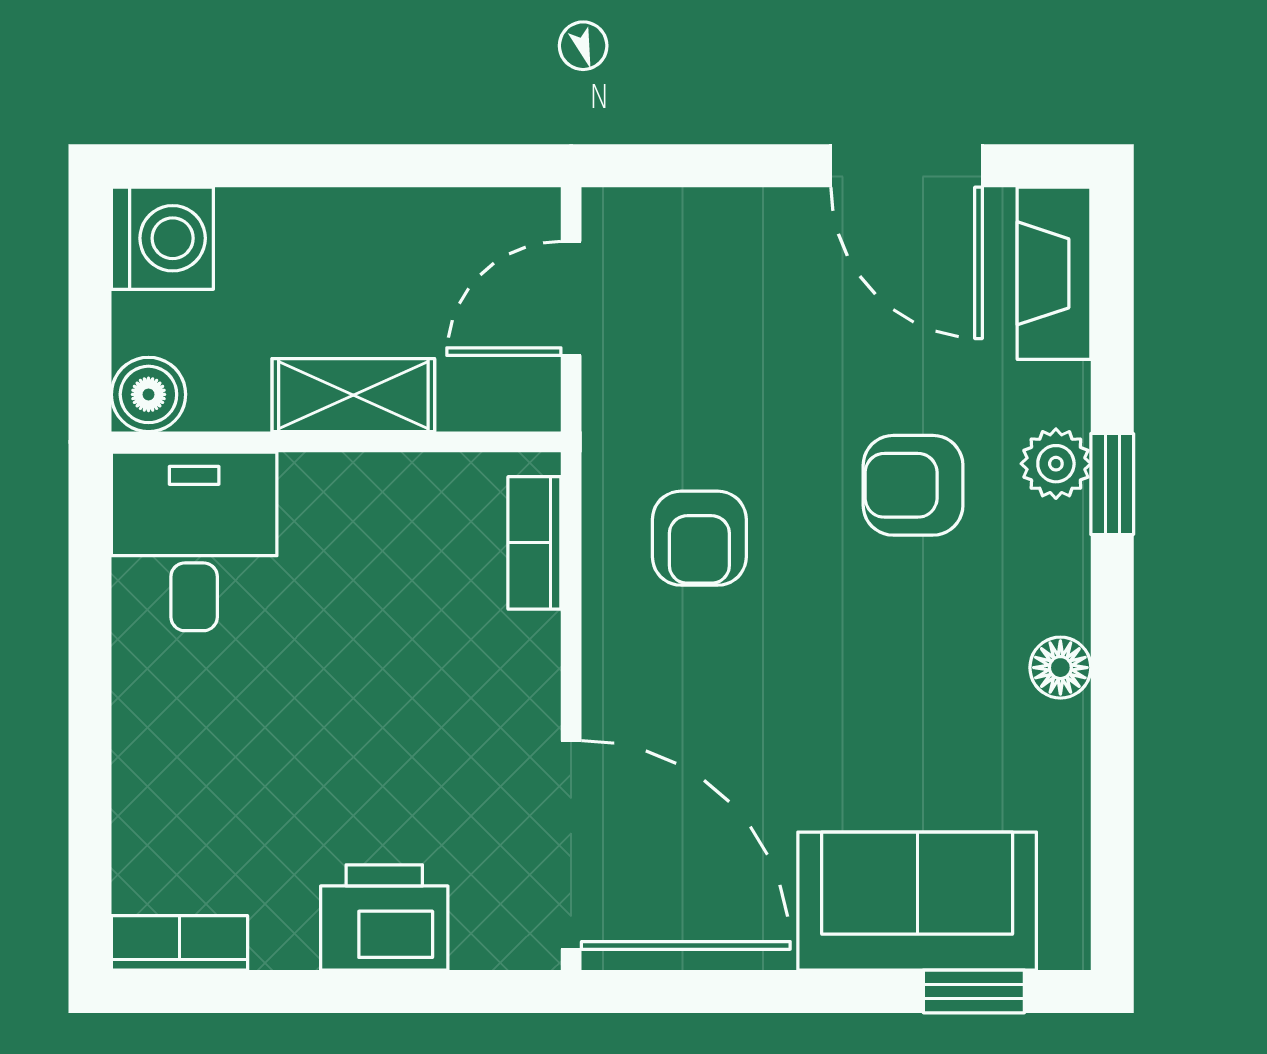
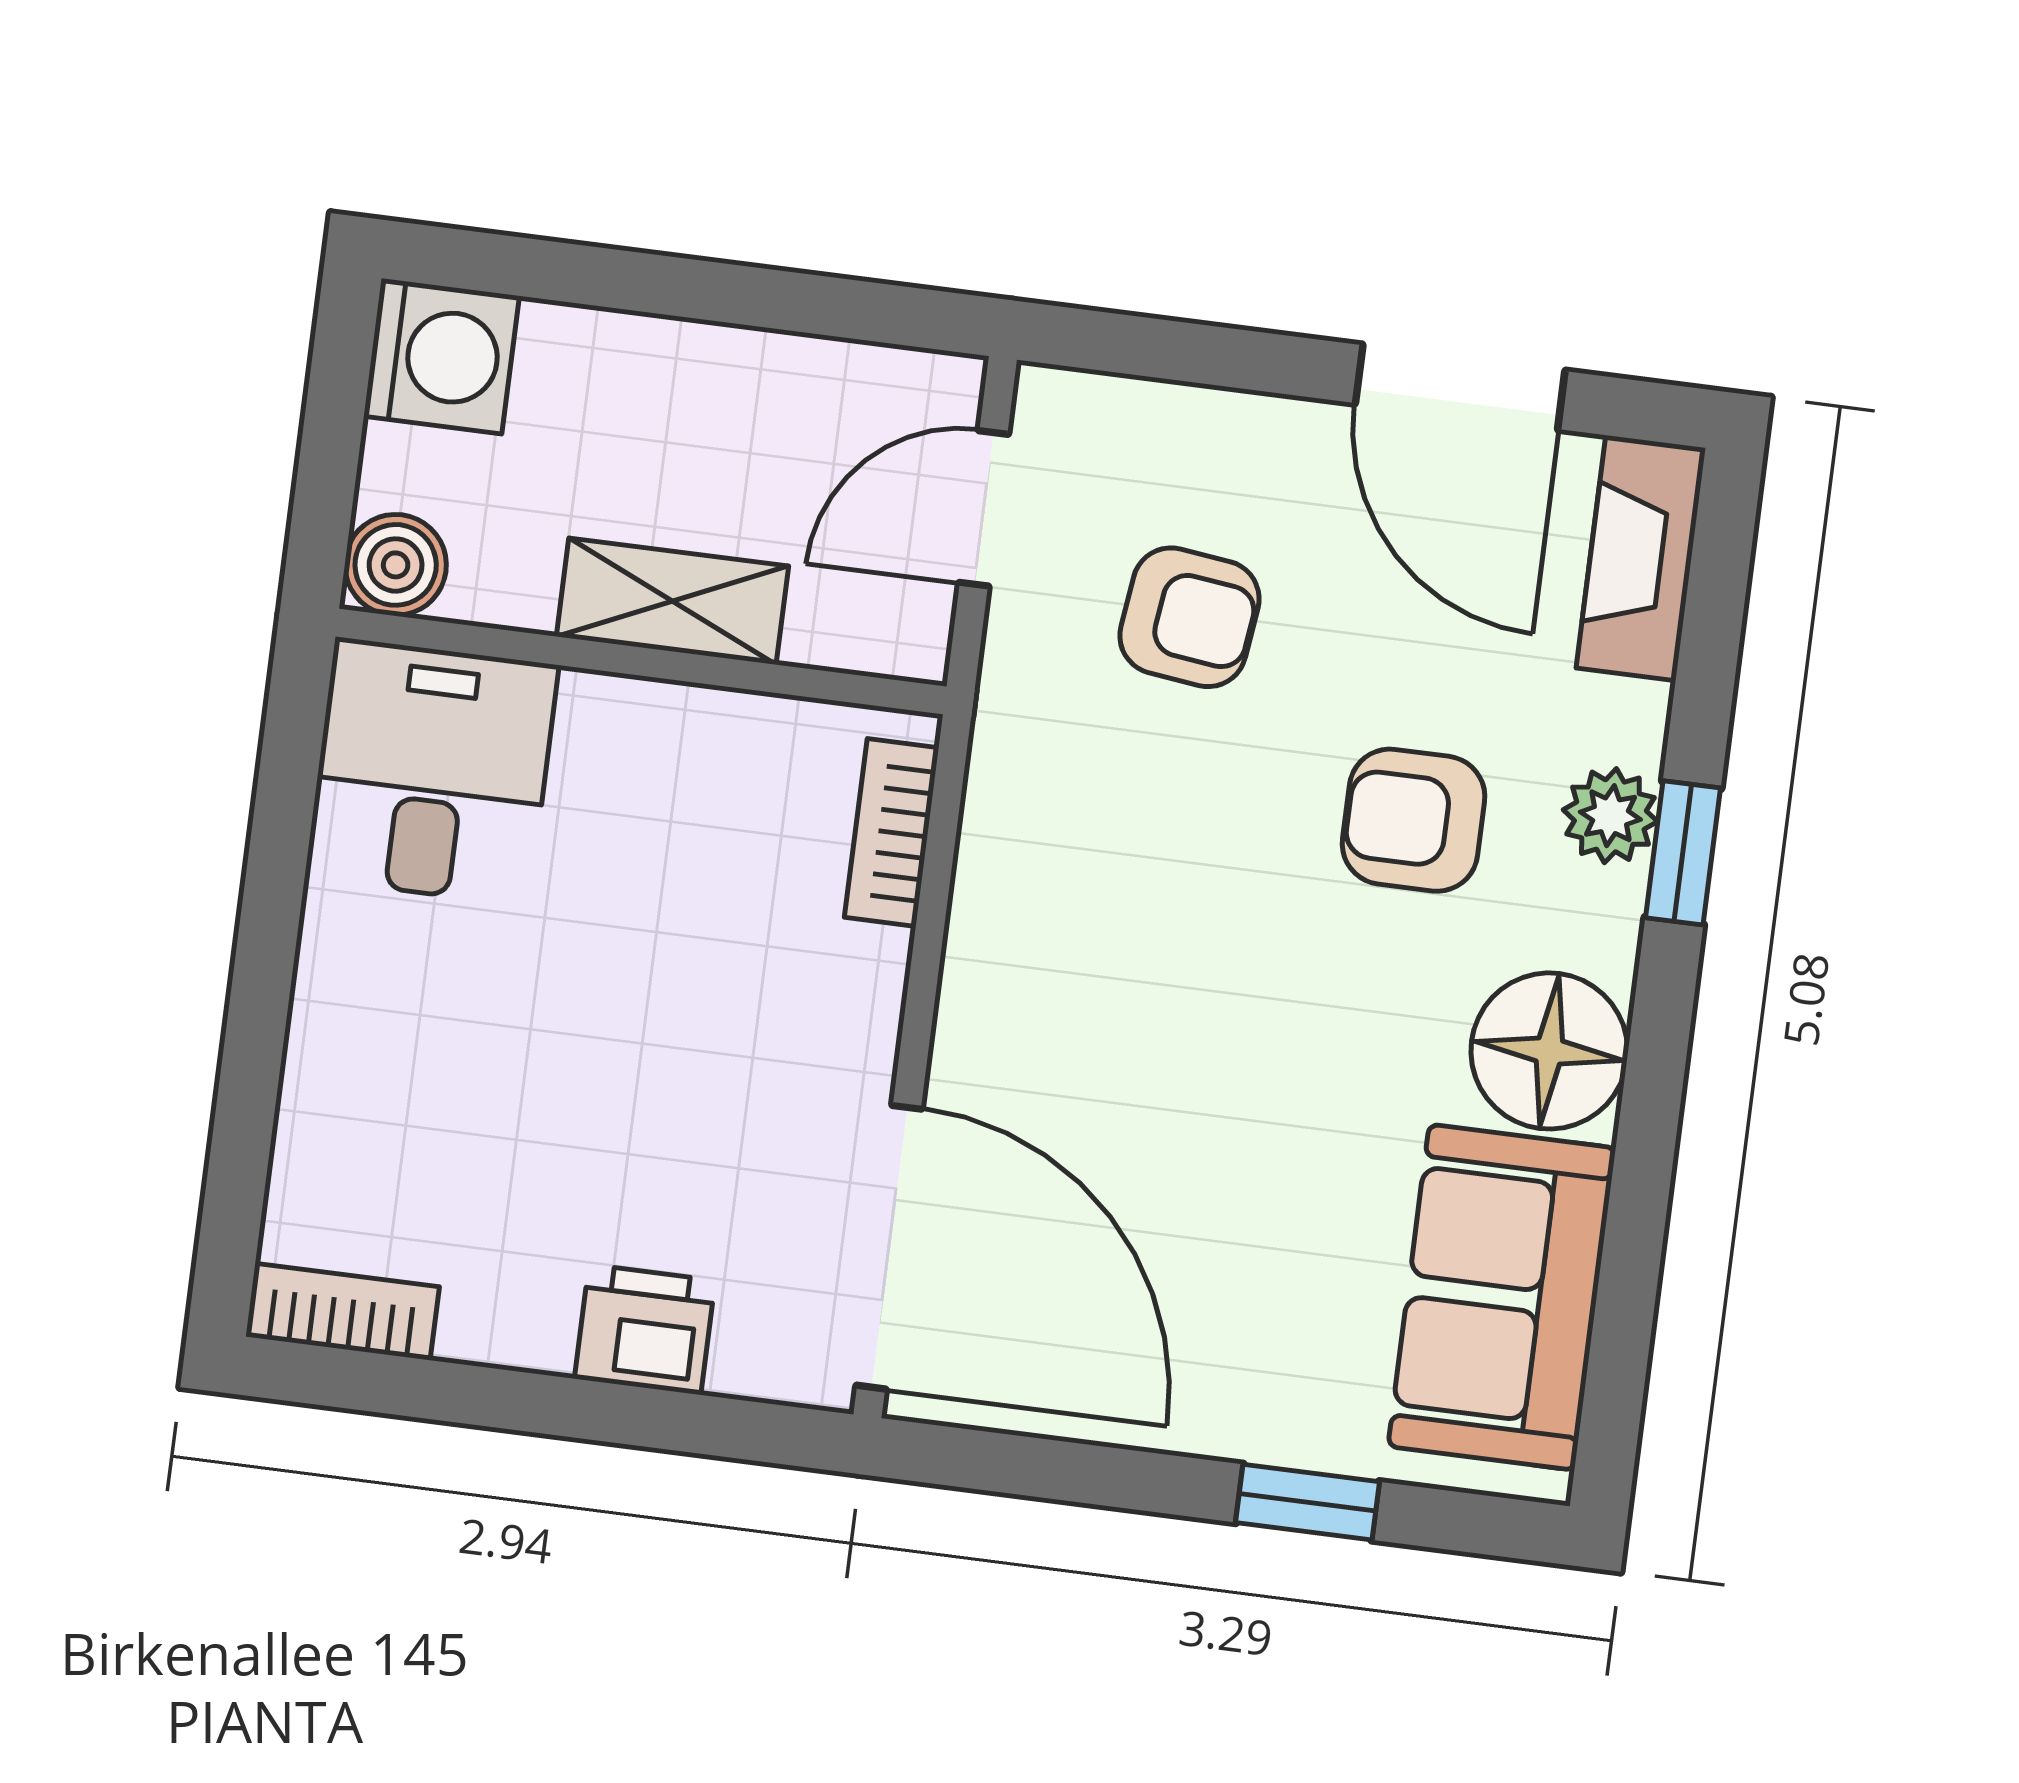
armchair: (699, 538) -> (1189, 617), moved, turned -83
floor lamp: (1060, 668) -> (1549, 1051), width x1.89, depth x1.89
sofa: (917, 901) -> (1502, 1297), moved, turned -90
printer: (384, 917) -> (645, 1330), width x0.73, depth x0.81
window: (974, 991) -> (1308, 1502), moved

